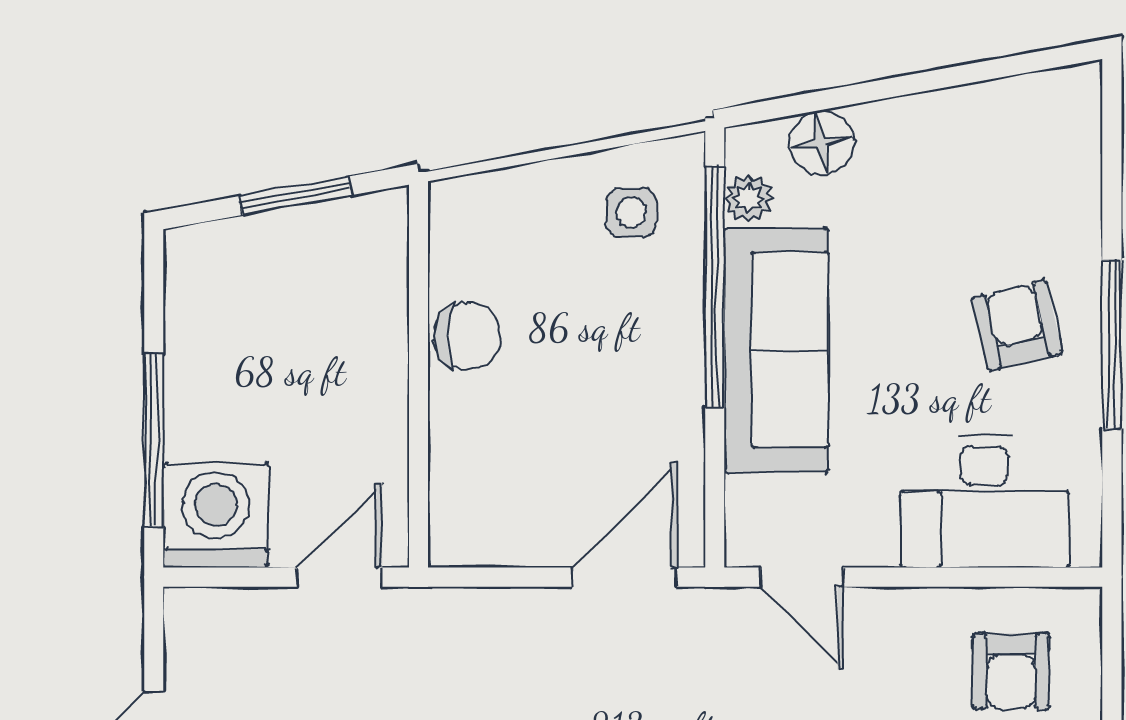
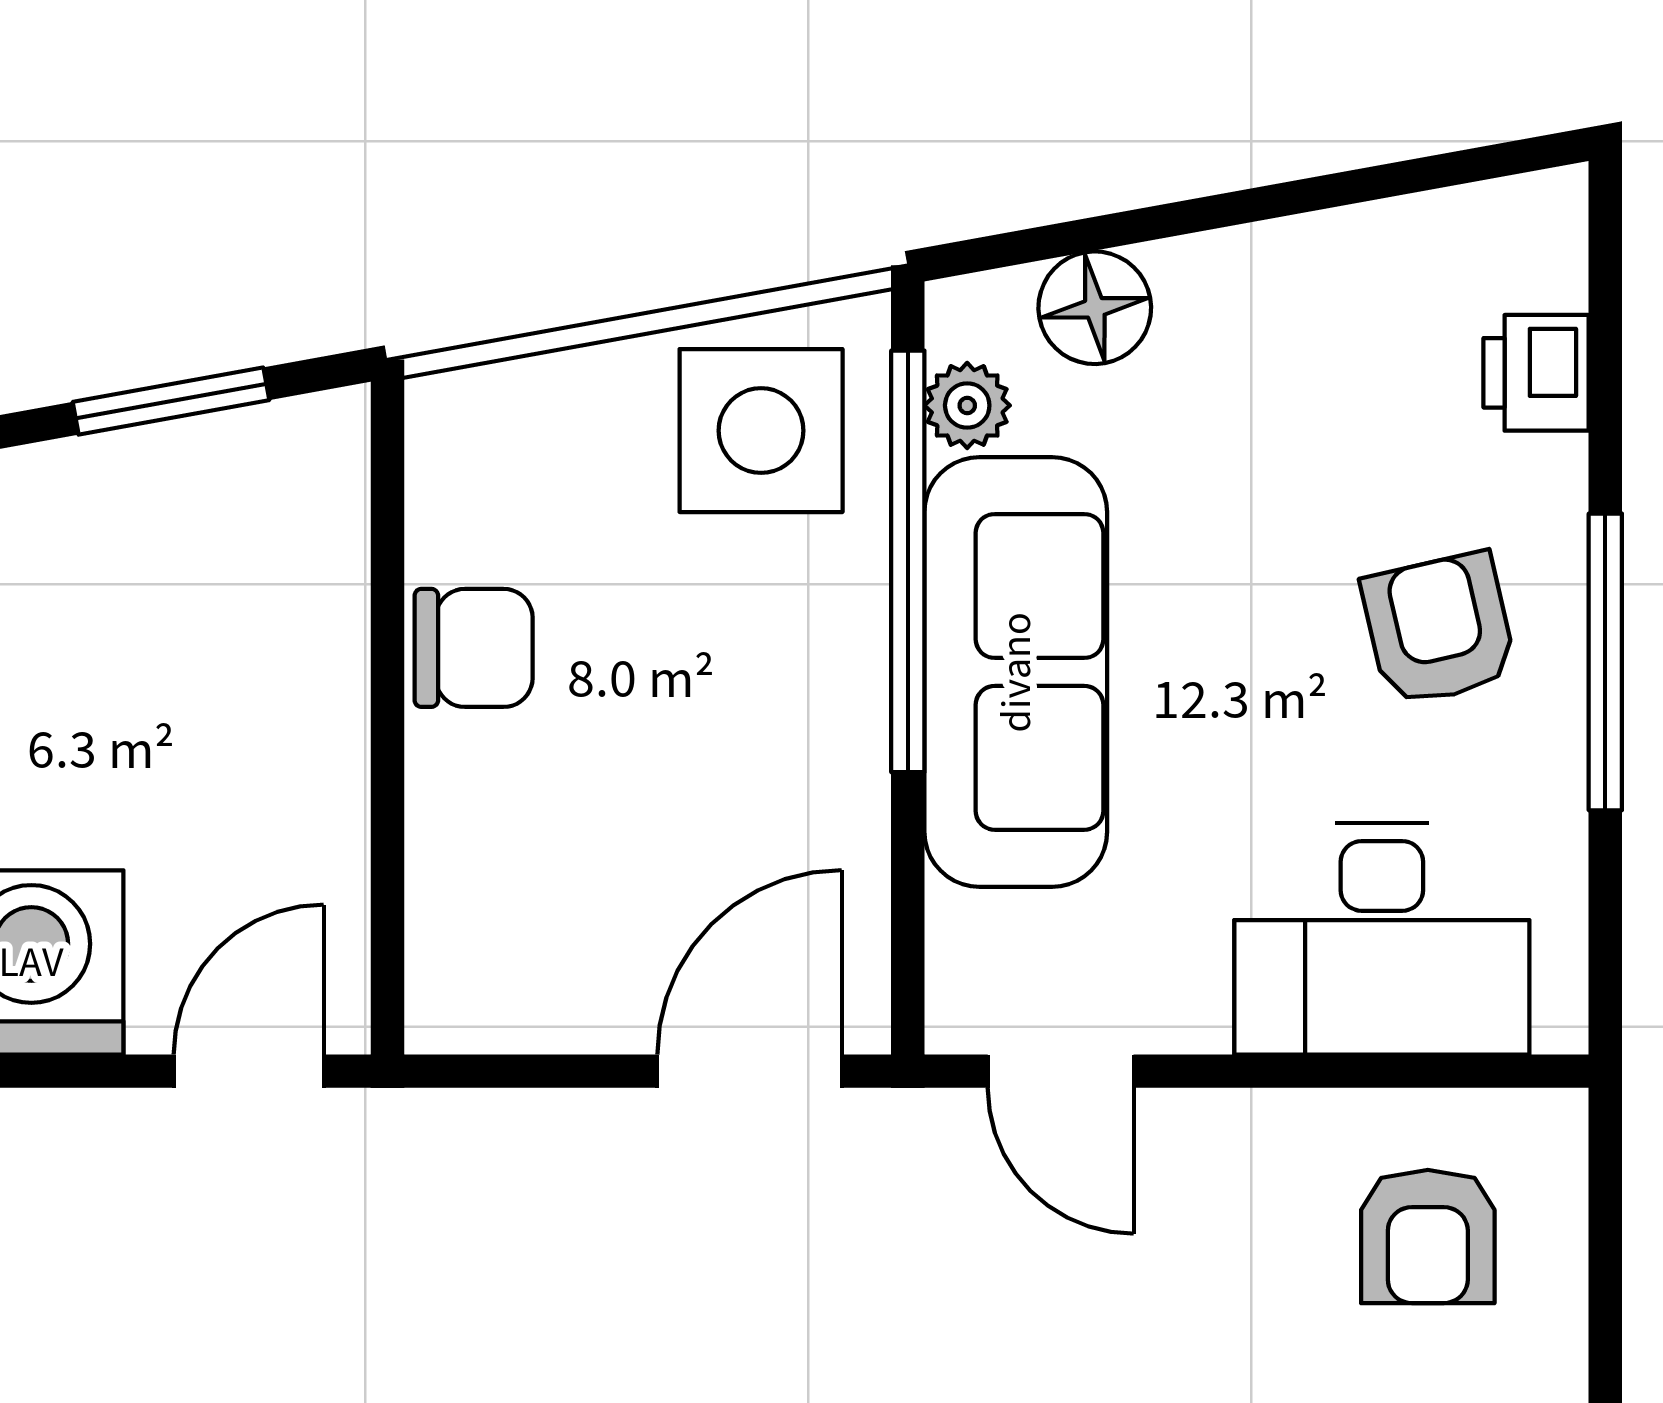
printer: (1072, 180) -> (1536, 373), added
side table: (631, 212) -> (761, 431), width x1.87, depth x1.87

